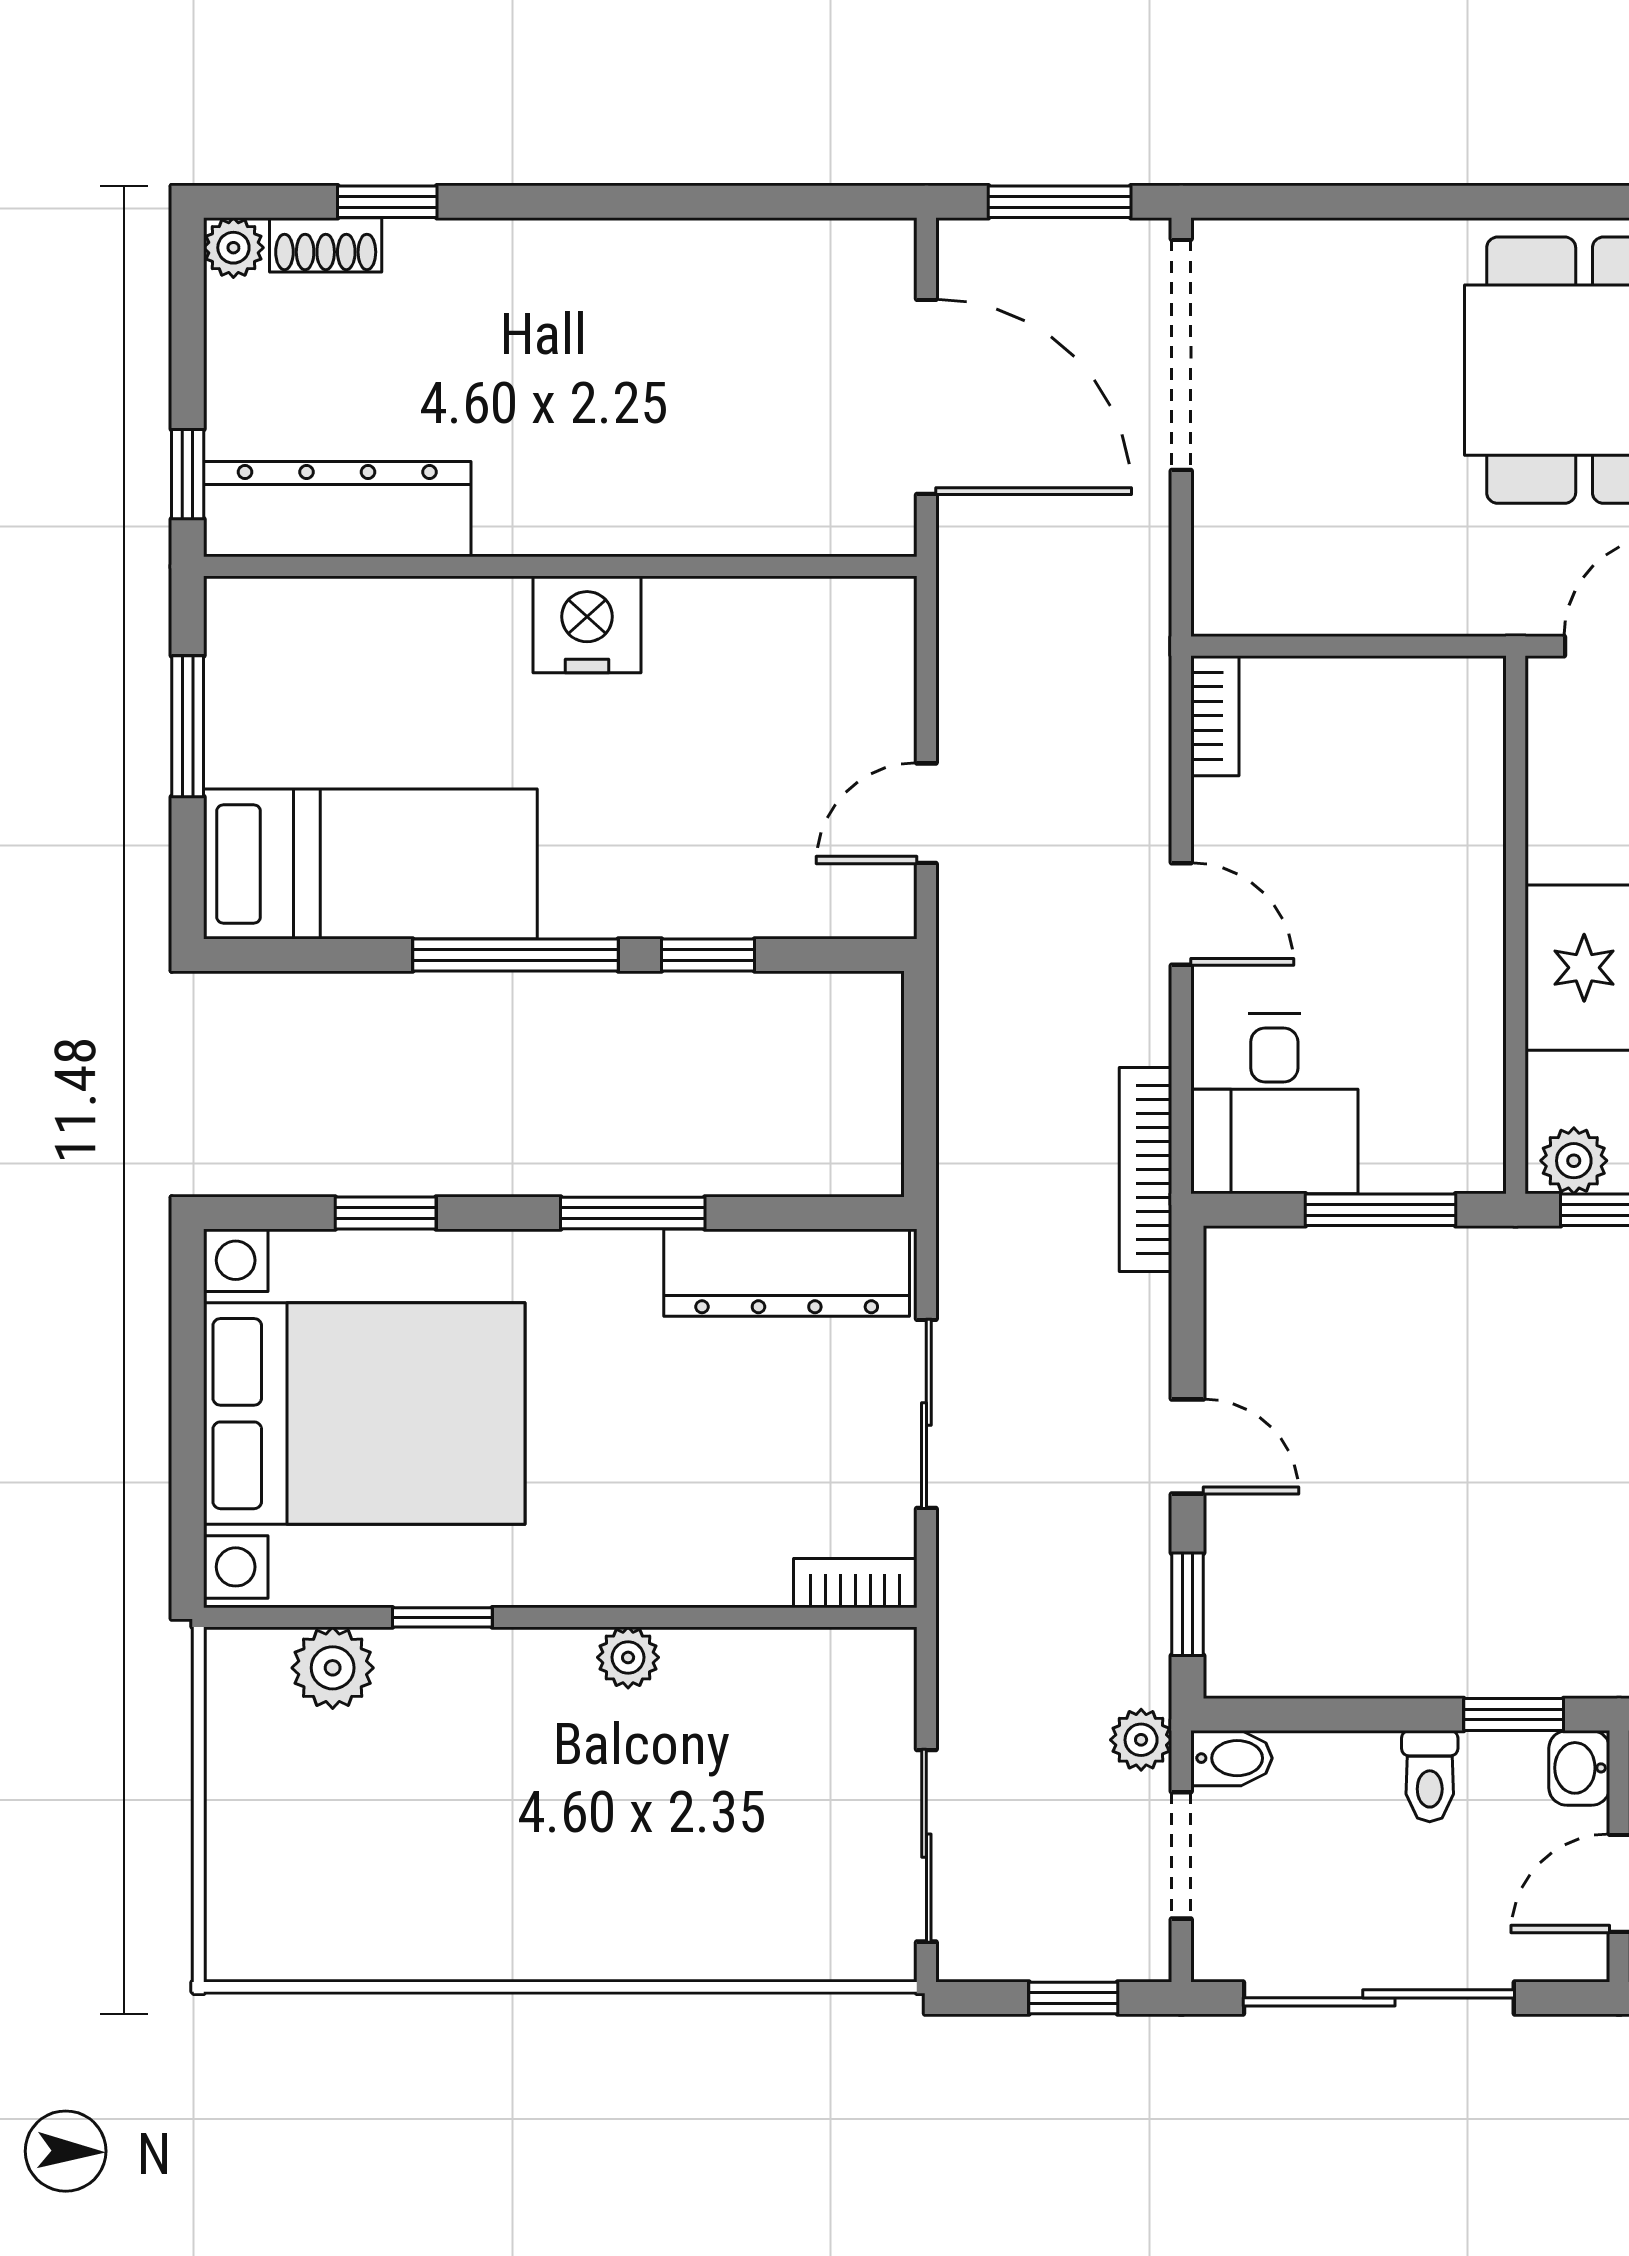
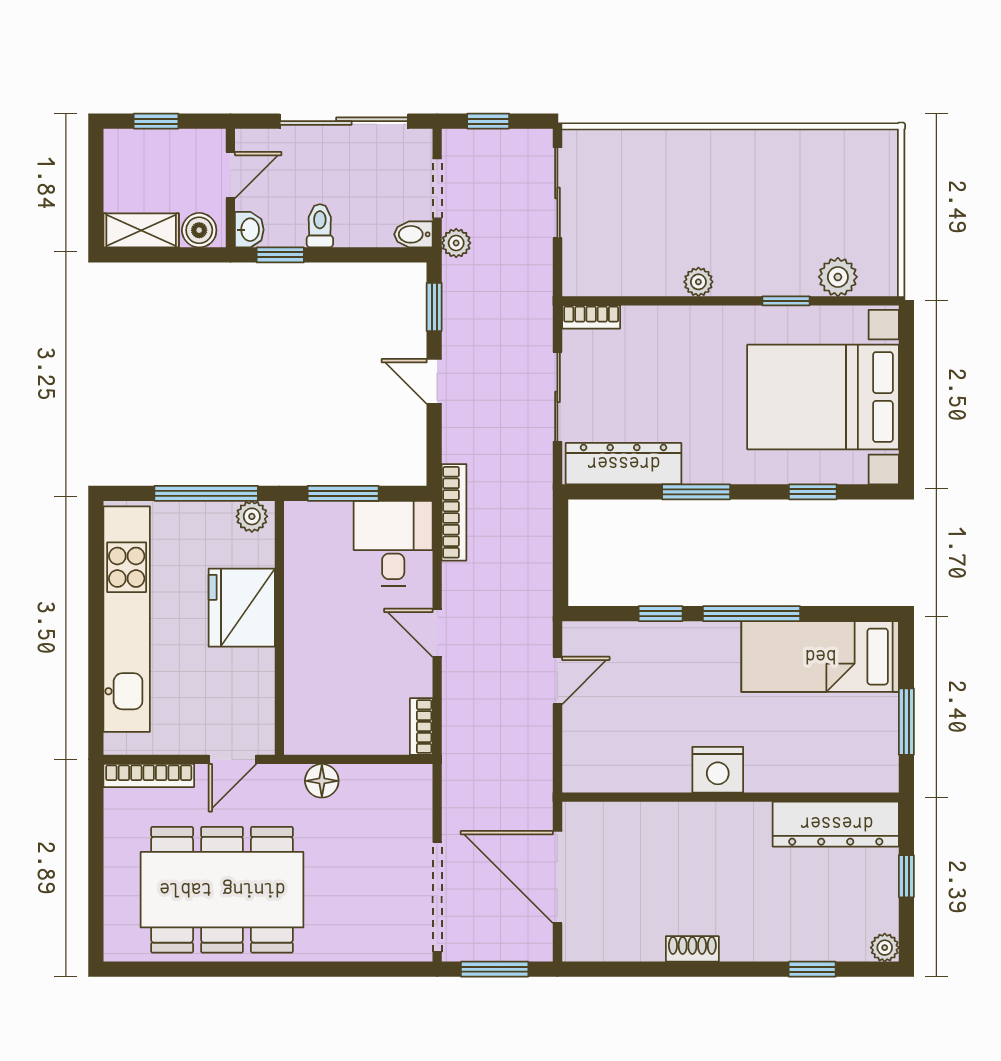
shoe rack: (326, 245) -> (692, 949), moved
window: (188, 474) -> (906, 876), moved
floor lamp: (1426, 601) -> (322, 781), added

